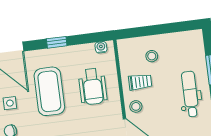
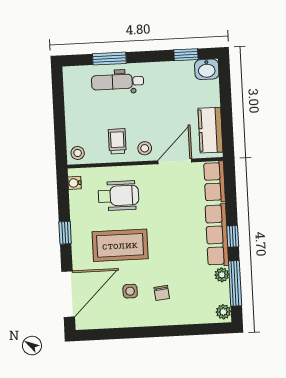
stool: (152, 56) -> (78, 153), moved
dental chair: (190, 94) -> (118, 82), moved

